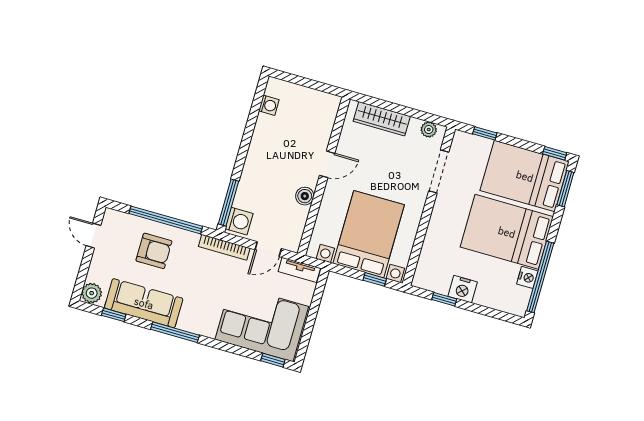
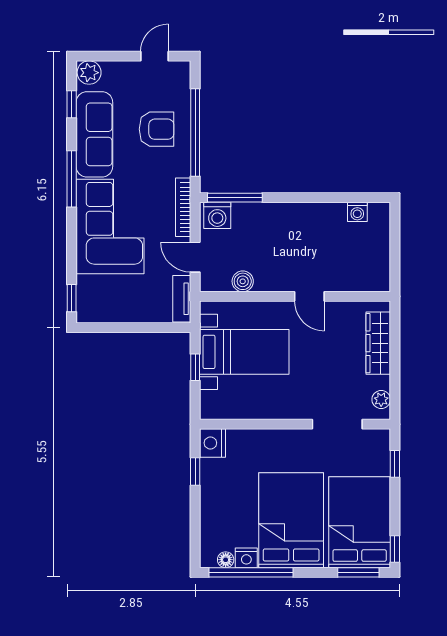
boiler: (305, 196) -> (243, 281), moved
bed with nightstands: (369, 234) -> (244, 352), width x0.73
armchair: (154, 251) -> (157, 129), turned -90
window: (375, 279) -> (195, 367), moved
nightstand: (463, 289) -> (212, 443), moved
floor lamp: (524, 295) -> (226, 560), added
corner sofa: (262, 323) -> (110, 226), moved

